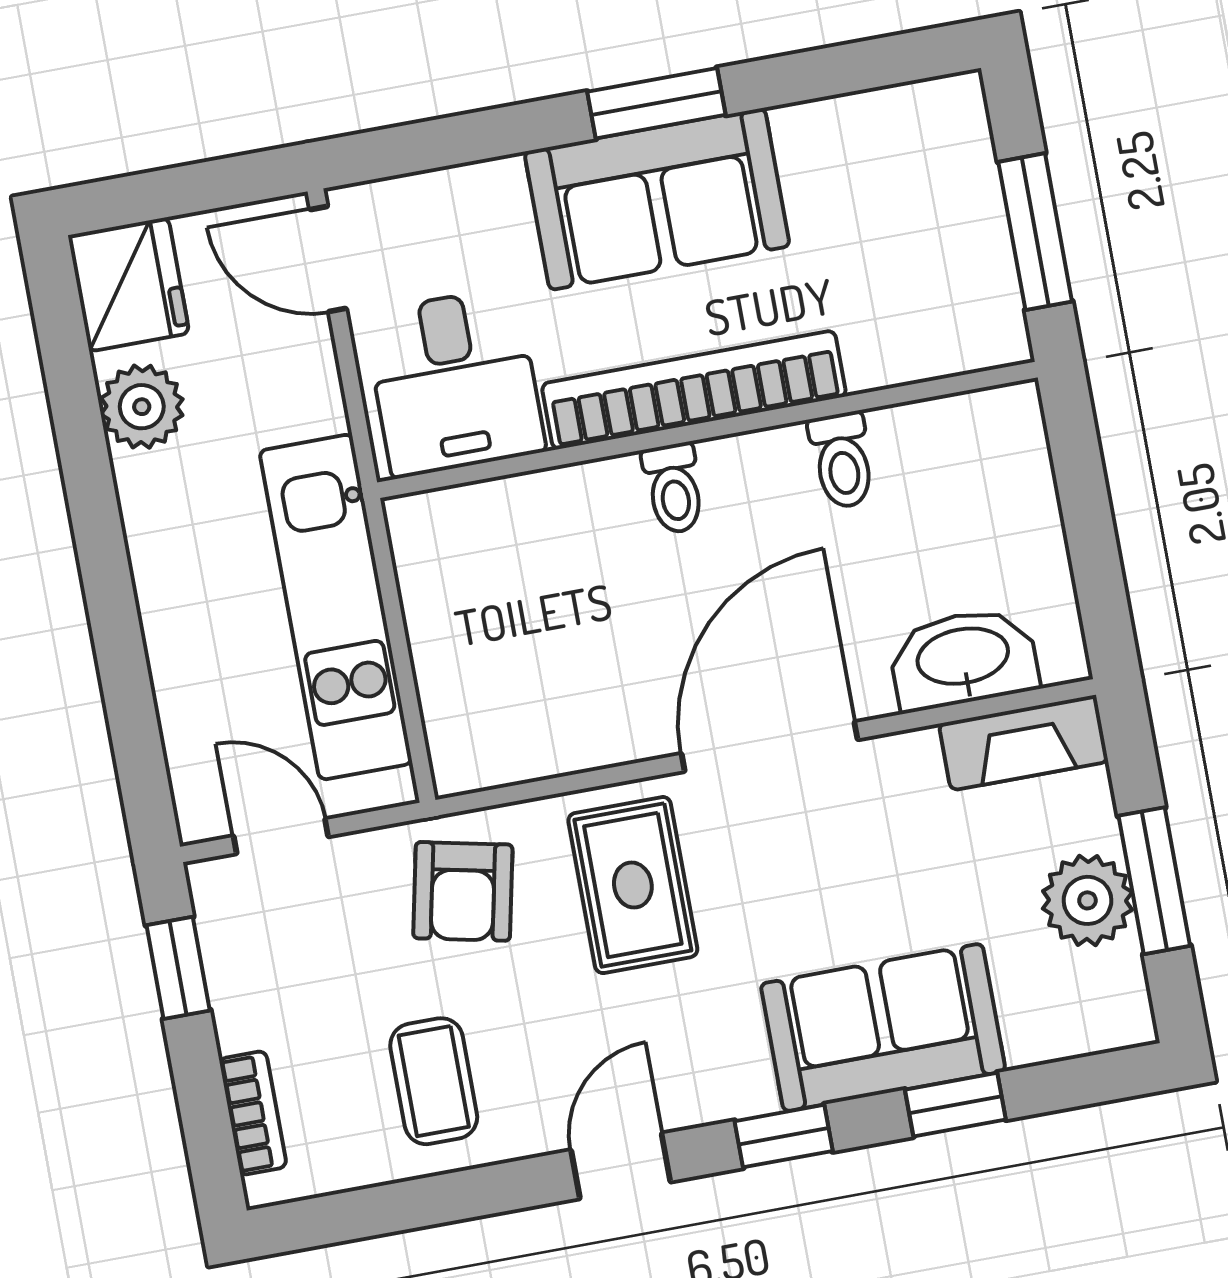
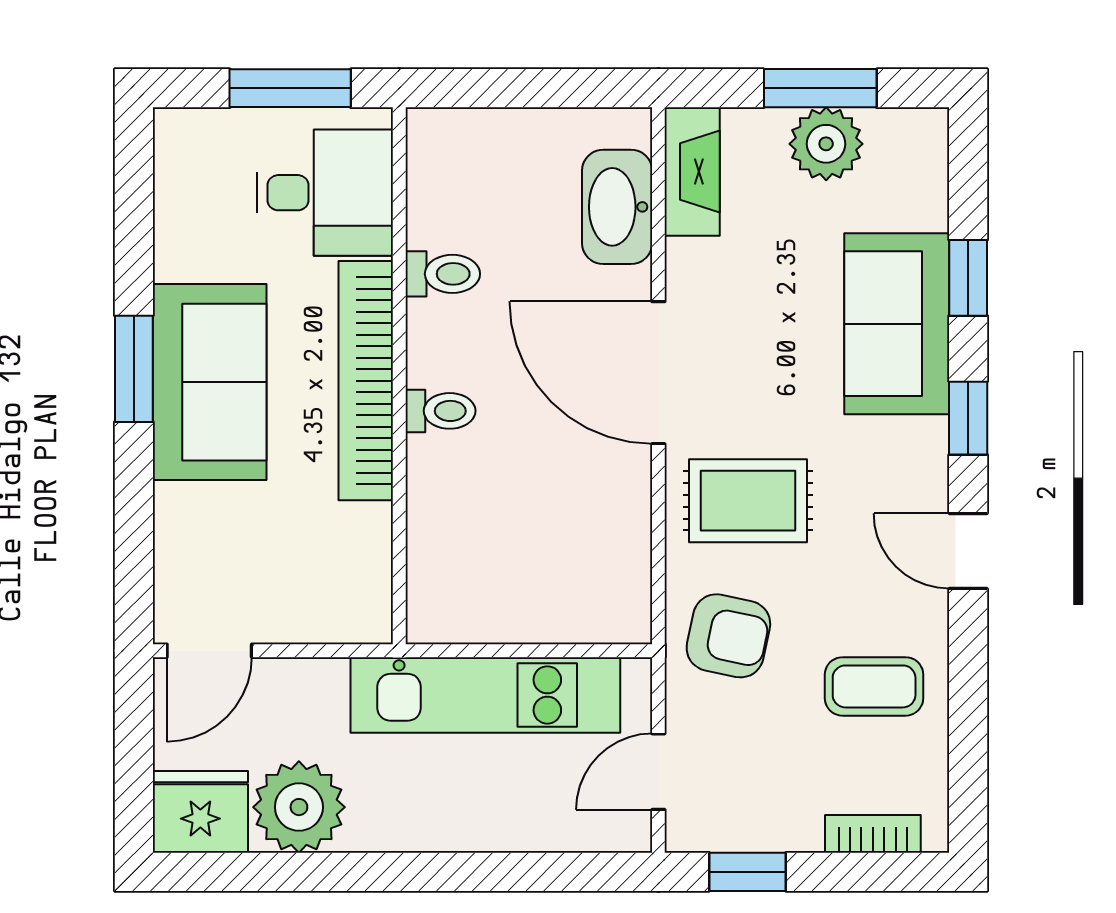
desk: (454, 382) -> (325, 193), moved
plant: (142, 407) -> (299, 807), width x1.36, depth x1.36

